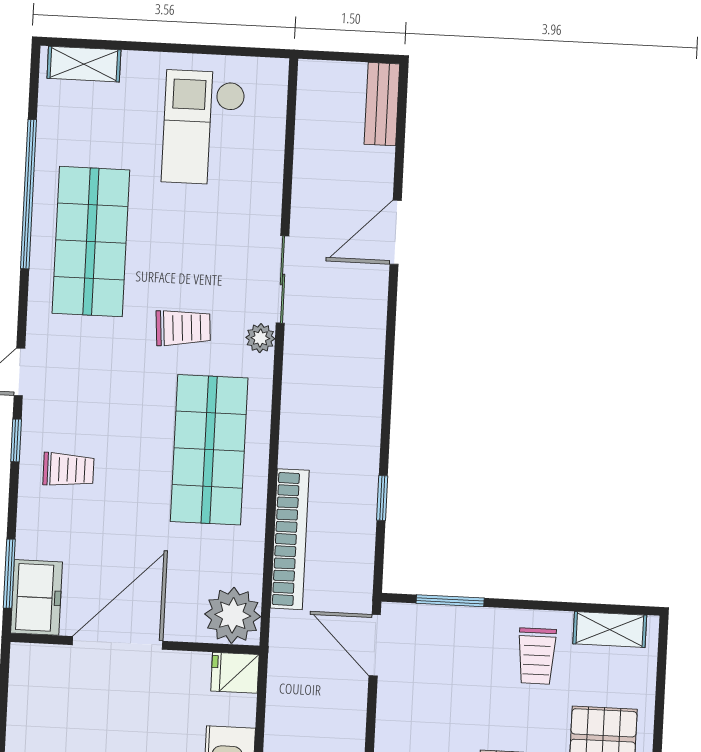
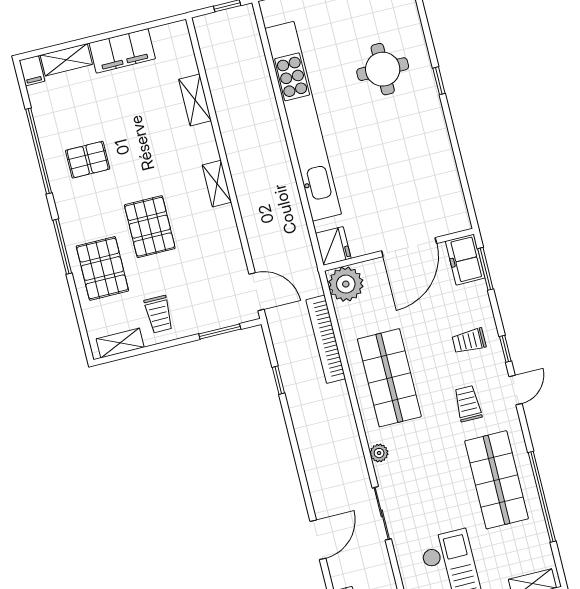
sliding door: (283, 280) -> (382, 513), moved
trolley: (183, 328) -> (468, 404), moved, turned 94
trolley: (537, 656) -> (159, 314), turned 180
fridge: (235, 673) -> (333, 246), width x1.38

